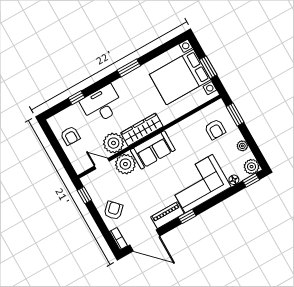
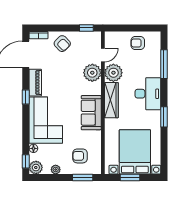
window: (76, 98) -> (164, 64), width x2.17
desk: (102, 105) -> (148, 94), moved
sofa: (153, 150) -> (91, 113), moved

